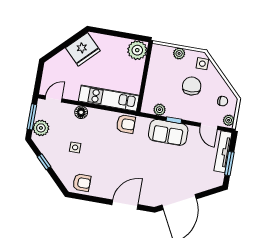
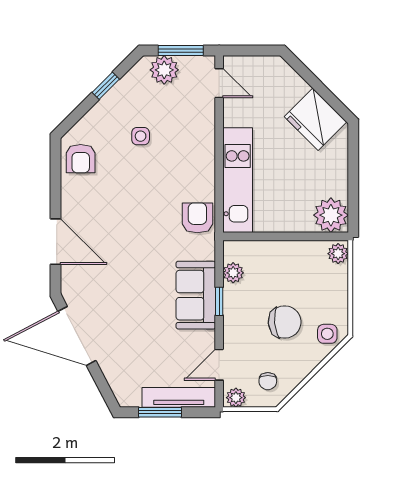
plant: (179, 53) -> (338, 254), moved
floor lamp: (81, 112) -> (204, 136), removed
armchair: (126, 124) -> (197, 218), turned 180

